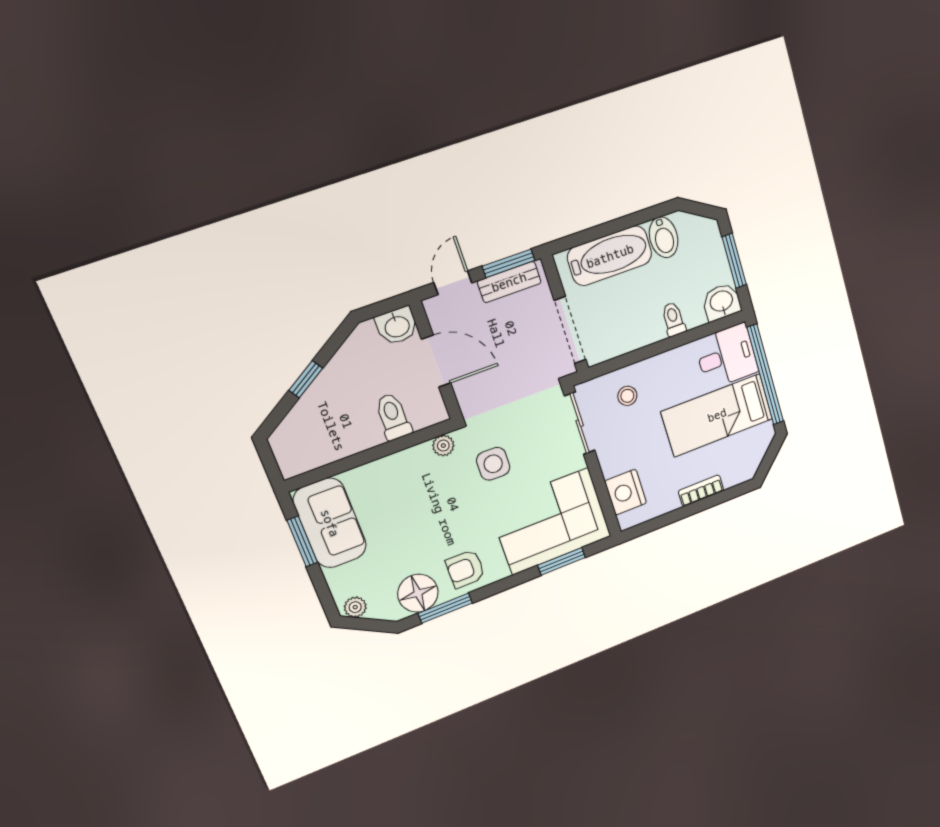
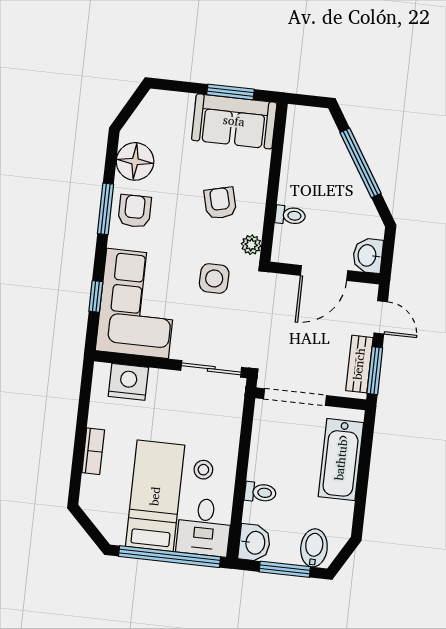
bidet: (664, 237) -> (314, 548), moved, turned 90
window: (306, 379) -> (361, 163), width x2.17
stool: (627, 396) -> (203, 470), moved
toilet: (393, 417) -> (290, 215), width x0.73, depth x0.72
armchair: (418, 495) -> (220, 203), added
window: (562, 561) -> (96, 296), width x0.67
plant: (355, 607) -> (151, 105), removed
window: (445, 608) -> (105, 209), moved

